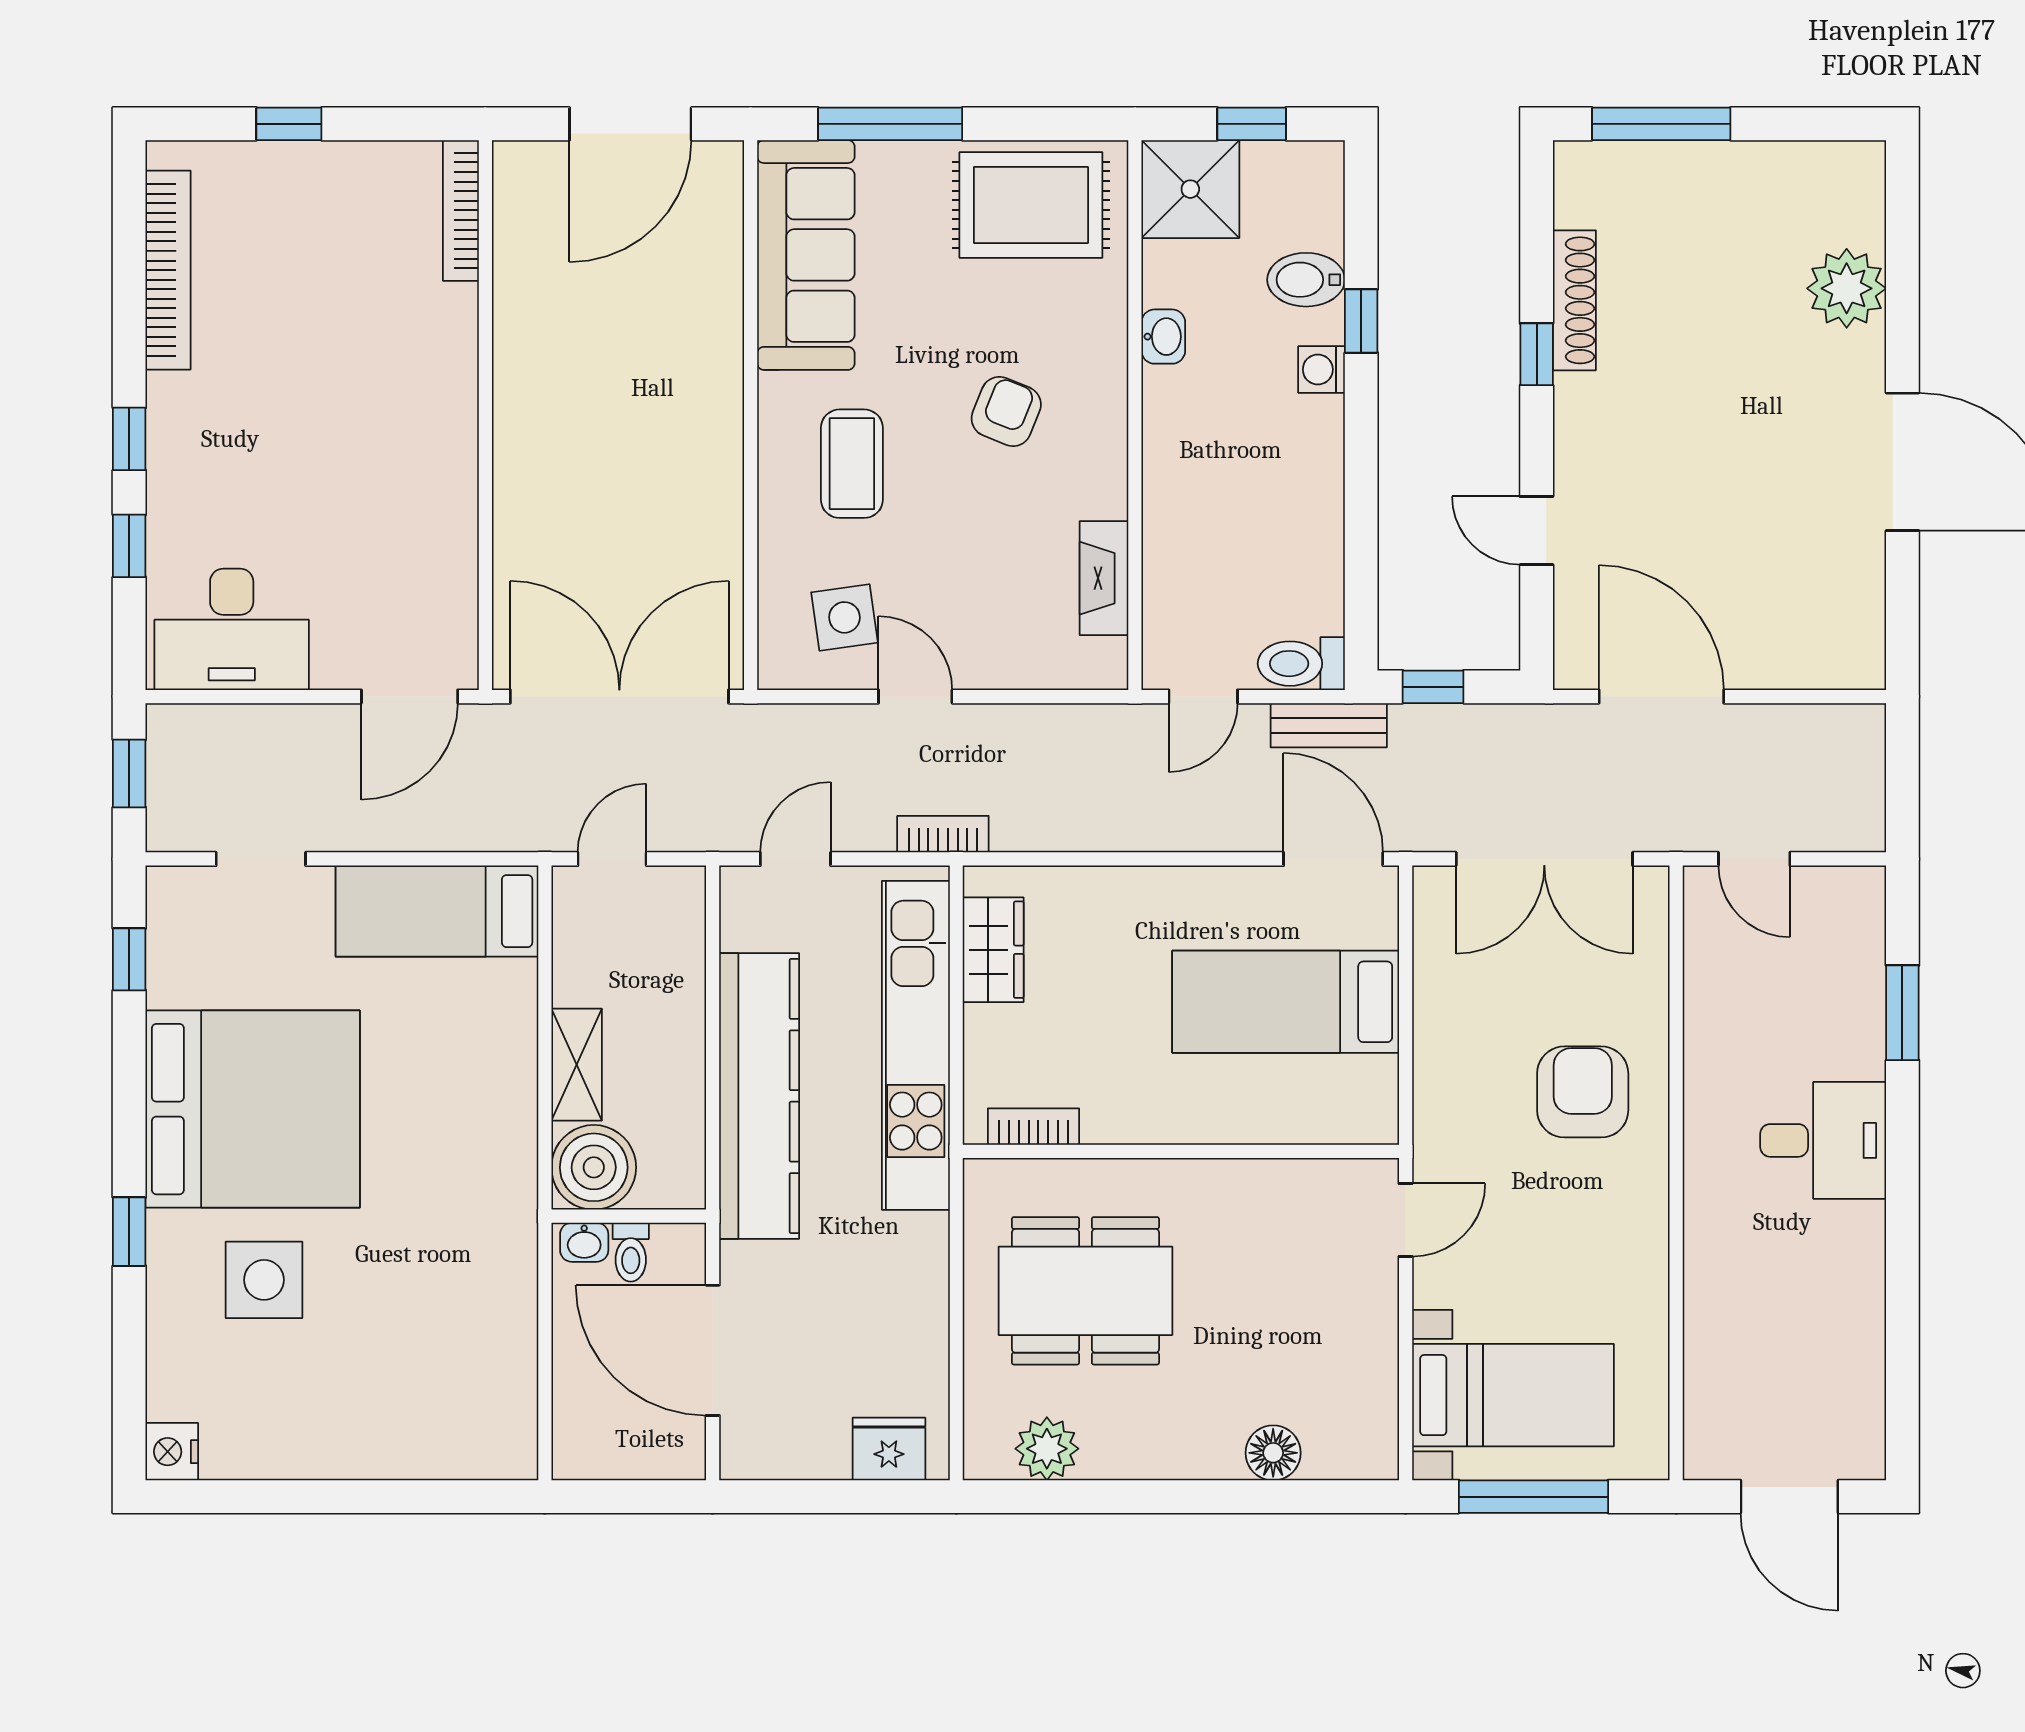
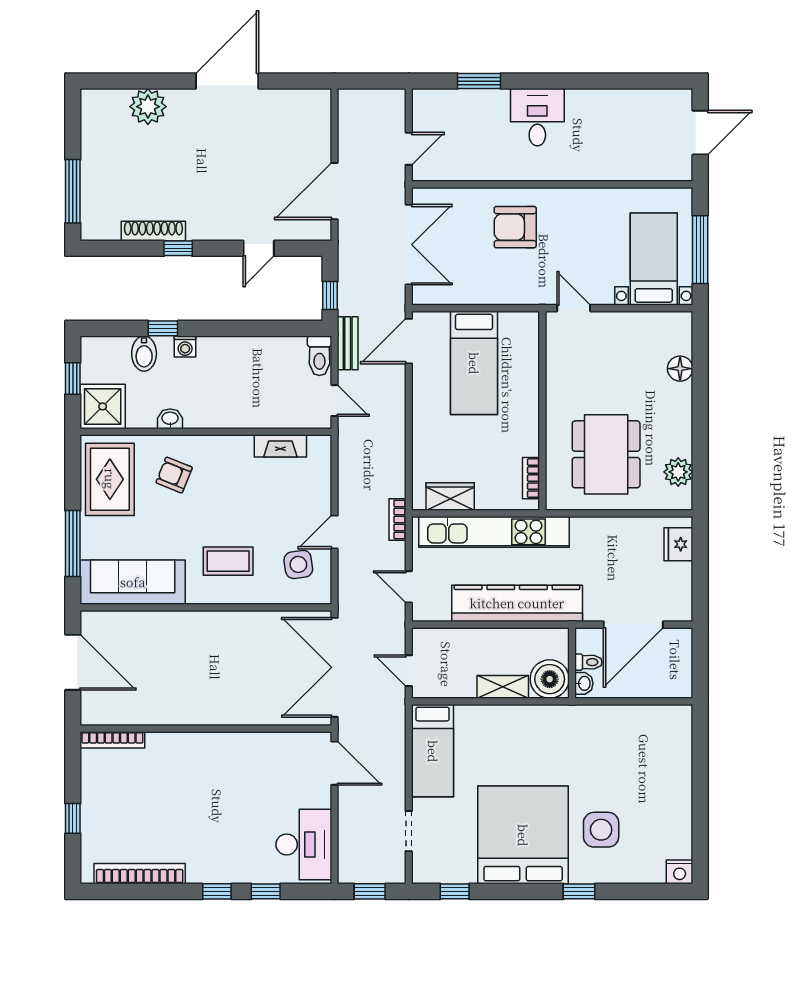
armchair: (1006, 411) -> (174, 475), moved

